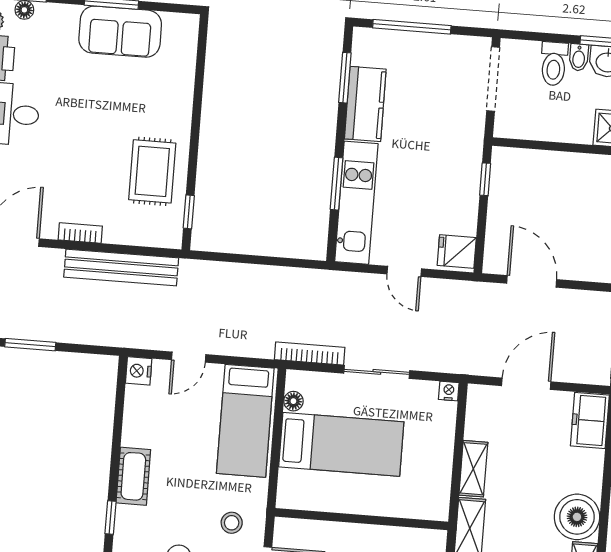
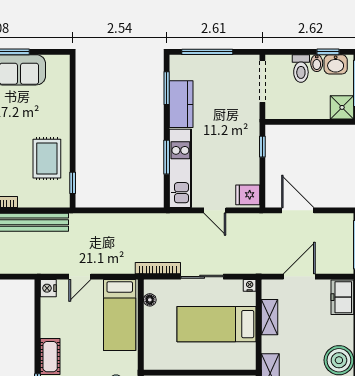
bed: (341, 444) -> (217, 324), moved, turned 180
shelving: (473, 469) -> (270, 317), moved

